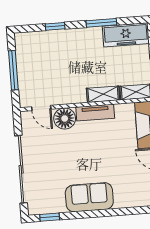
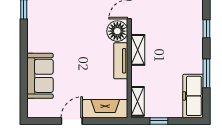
shelving: (103, 94) -> (138, 50), moved
sofa: (89, 197) -> (40, 76), moved

